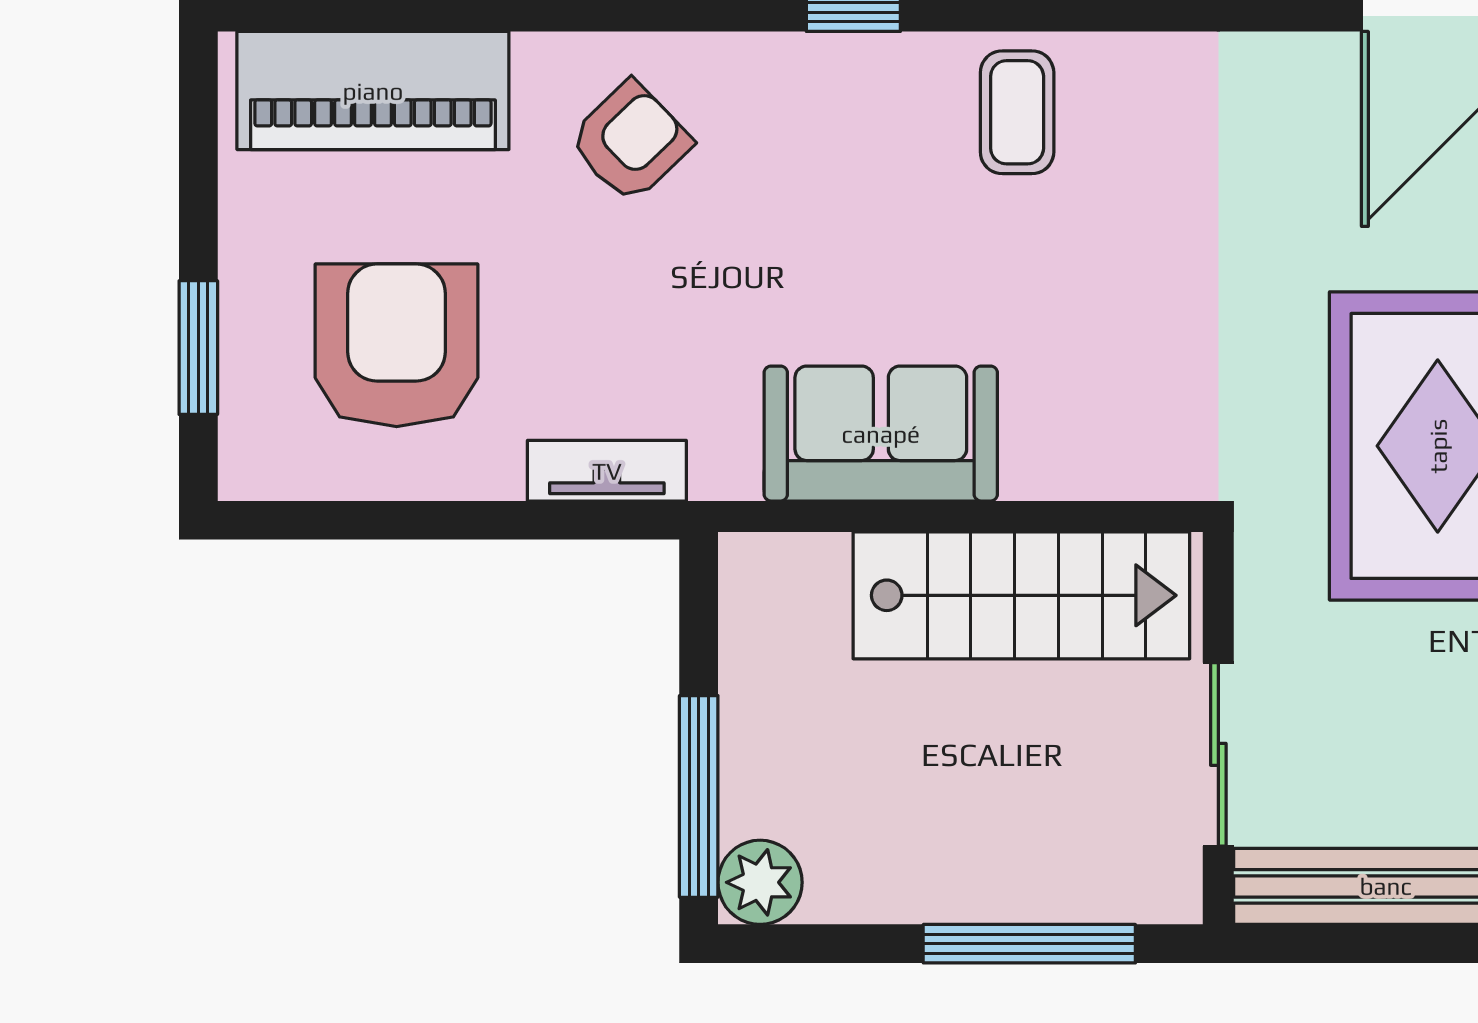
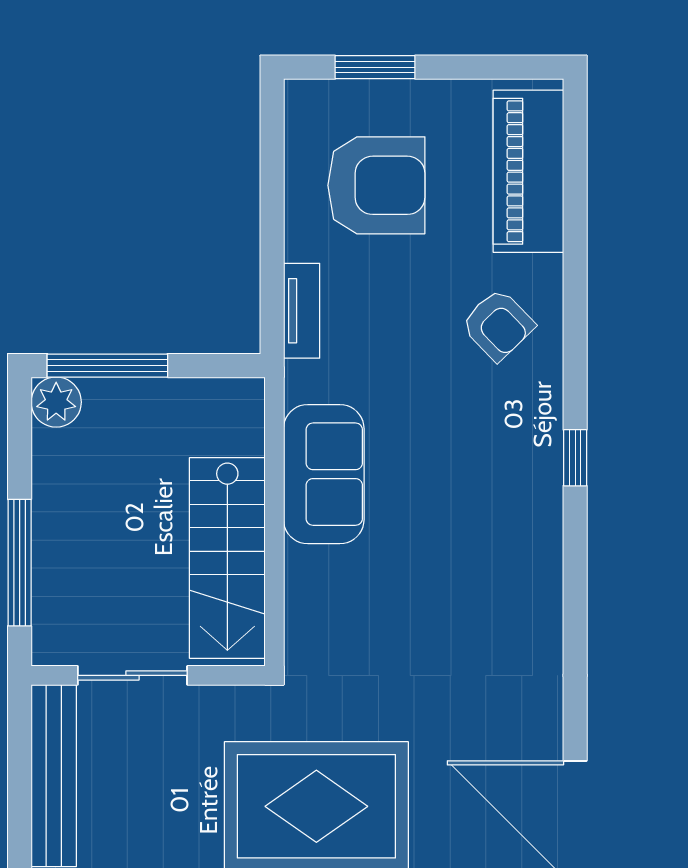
coffee table: (1017, 112) -> (515, 555), removed

